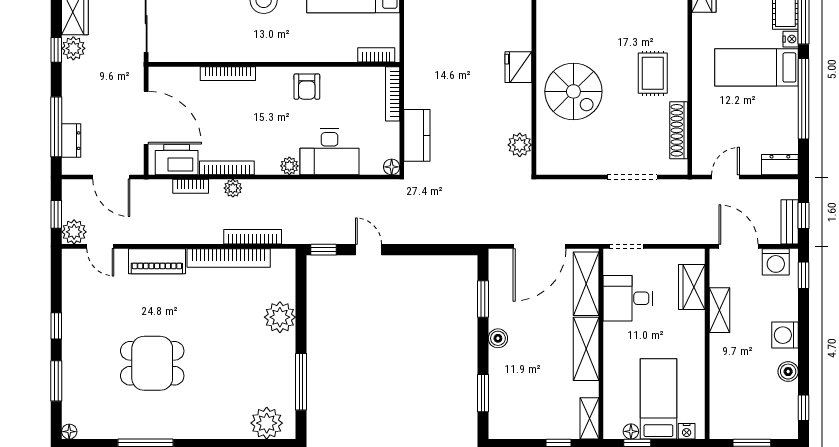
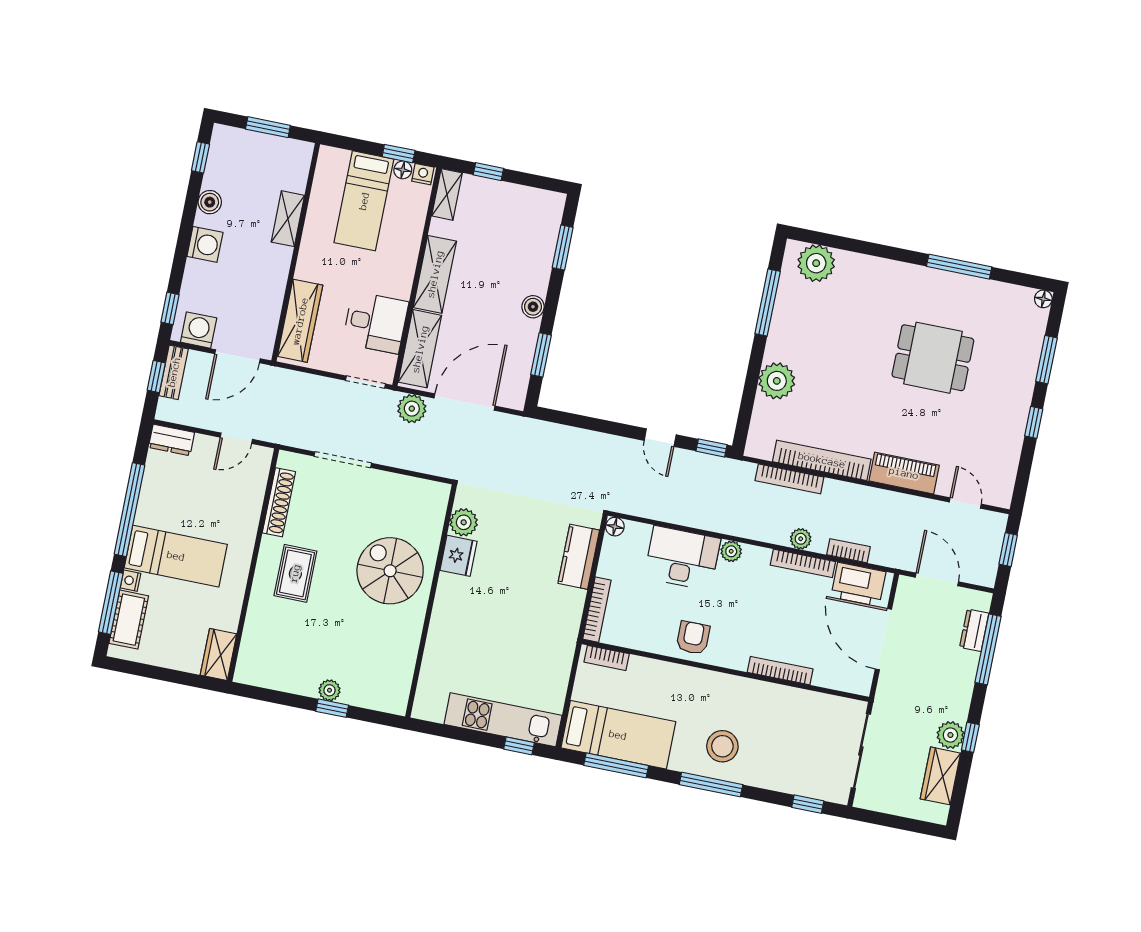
fridge: (518, 67) -> (458, 556), moved
plant: (74, 232) -> (412, 409), moved
door: (738, 246) -> (238, 356), hinge flipped
wardrobe: (692, 287) -> (300, 321), width x1.50
shelving: (719, 310) -> (288, 219), moved
nightstand: (687, 431) -> (423, 174), moved

